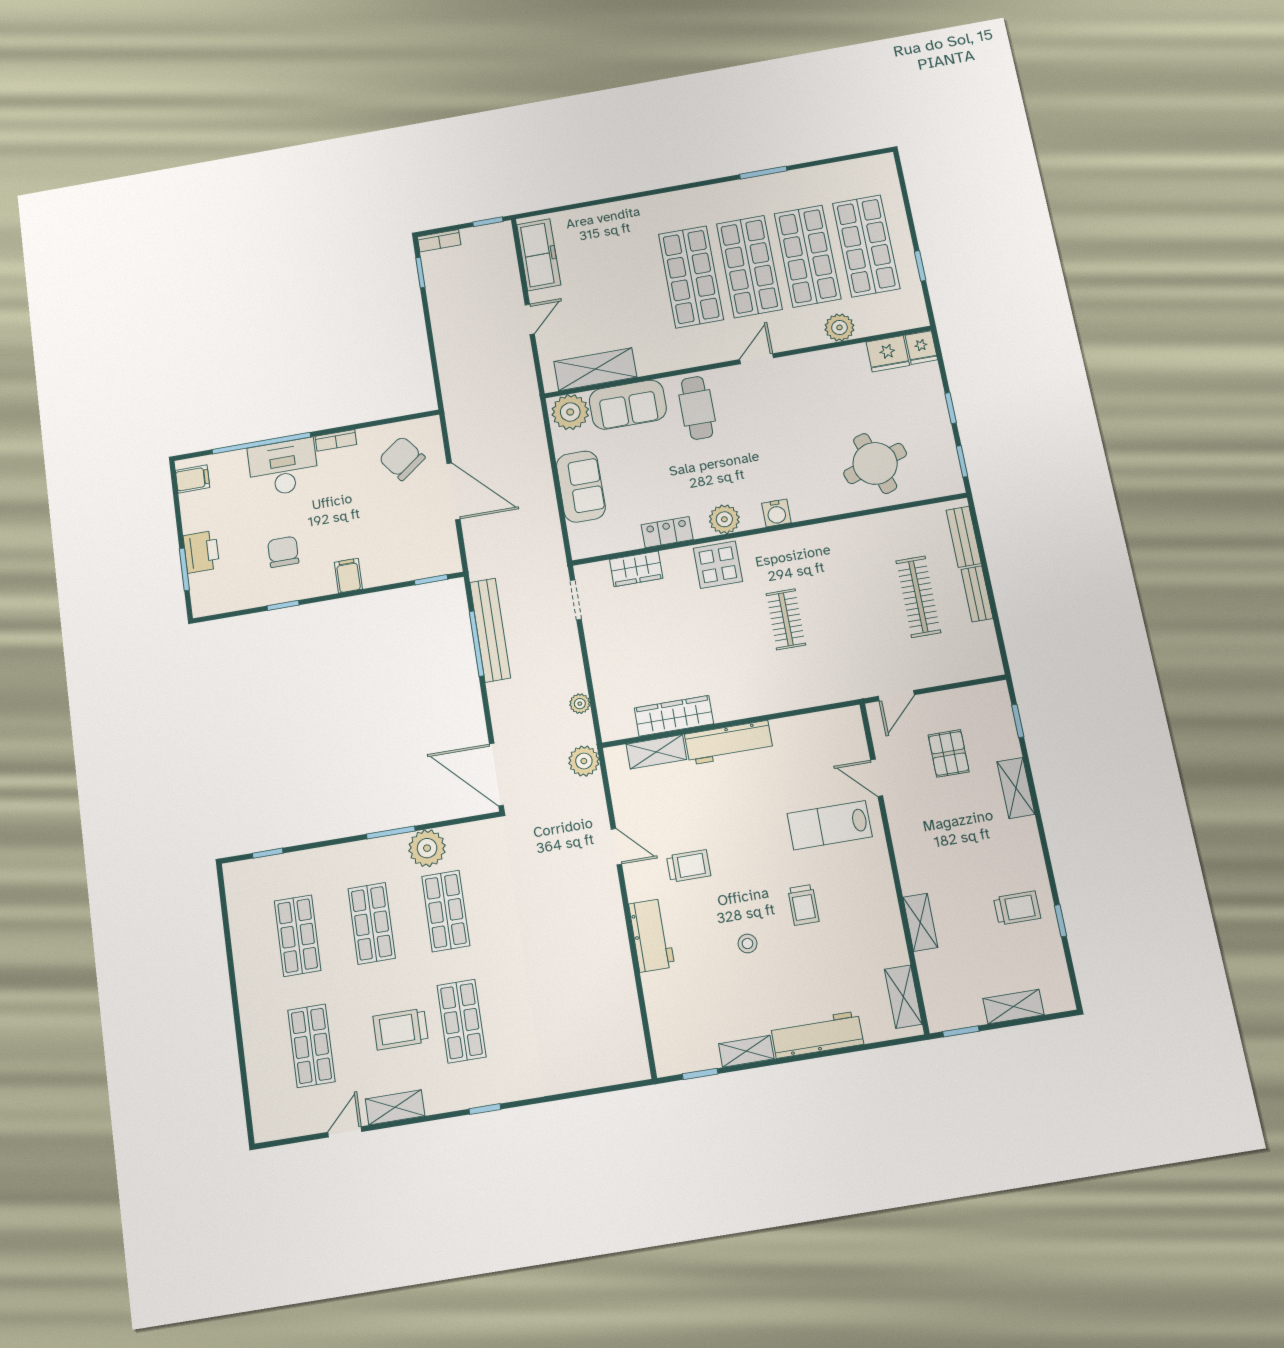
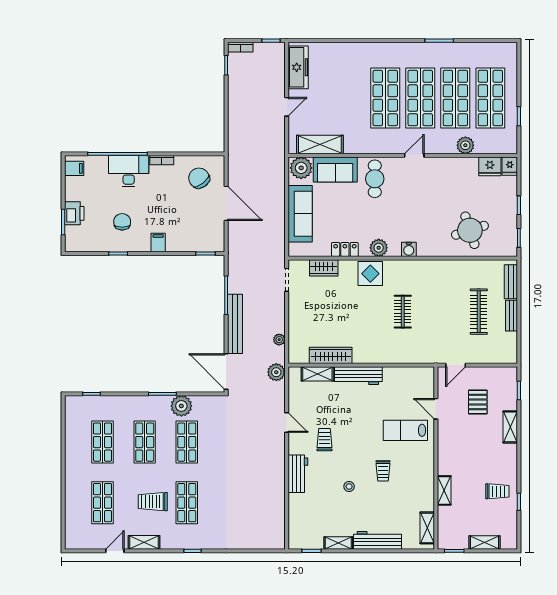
sofa: (581, 487) -> (300, 214), width x1.36
bench: (490, 630) -> (235, 324), moved
trolley: (689, 866) -> (324, 440), turned -90

